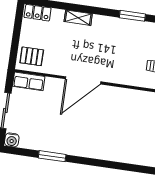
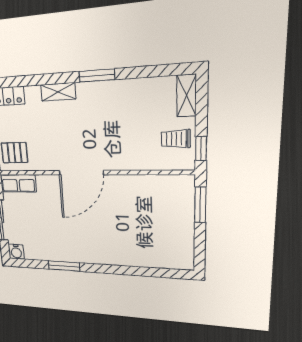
window: (132, 16) -> (97, 75), moved

